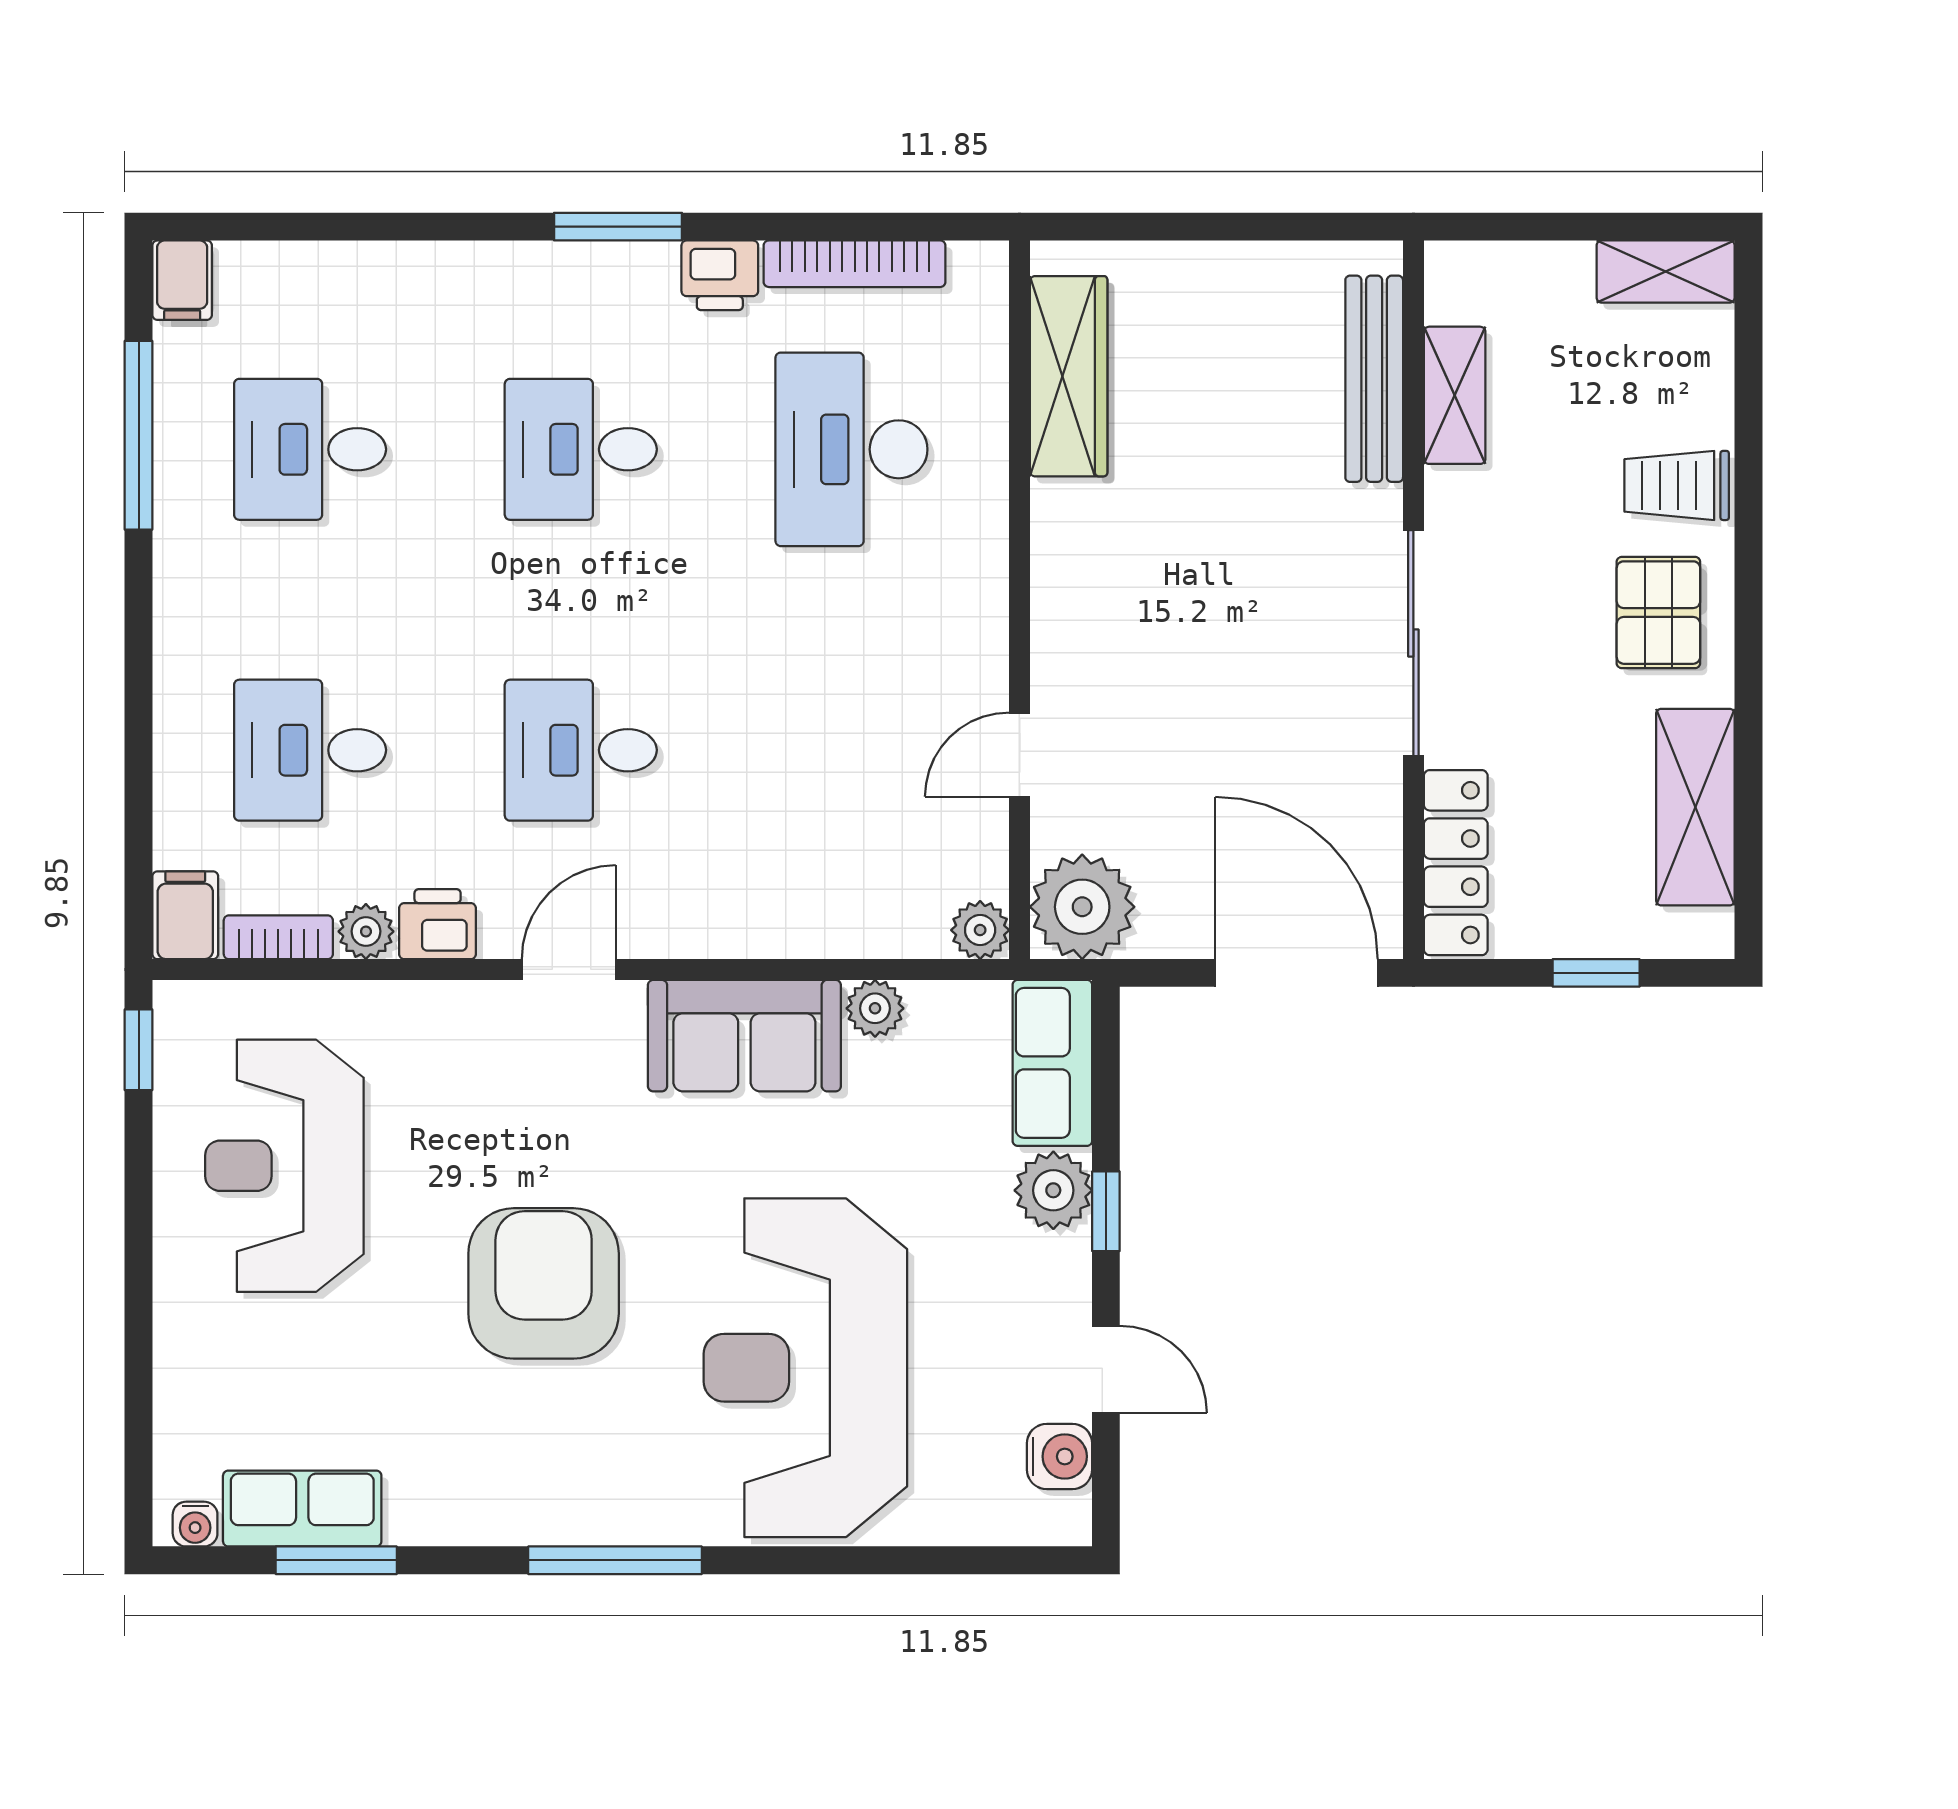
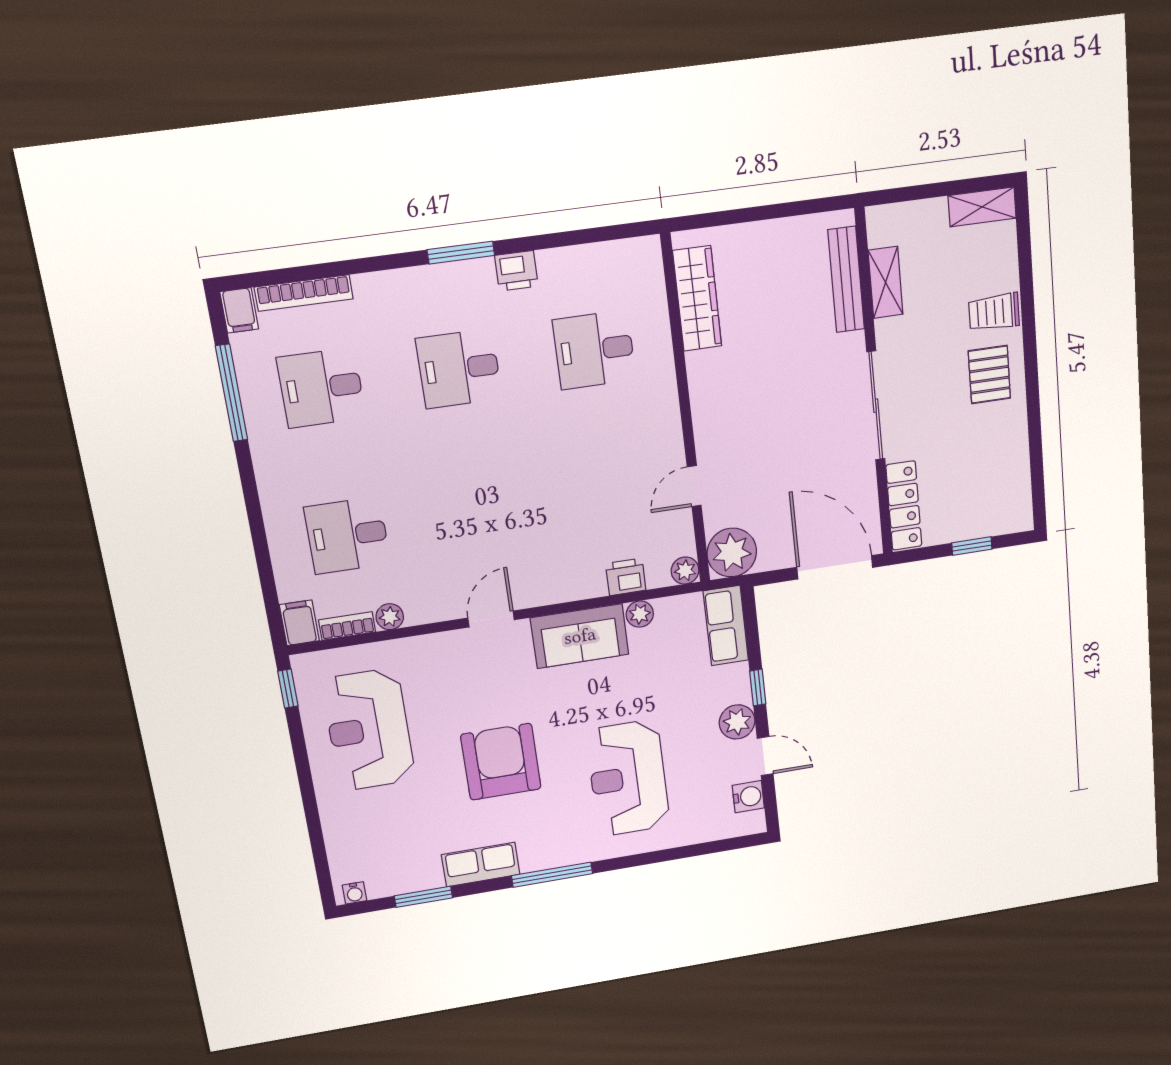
bookcase: (855, 264) -> (304, 293), moved
desk: (851, 449) -> (594, 350), width x0.73
desk: (581, 750) -> (481, 516), removed
shelving: (1695, 807) -> (1012, 463), removed
printer: (438, 924) -> (626, 577), moved
plant: (1053, 1190) -> (737, 722), moved
reception desk: (805, 1368) -> (628, 778), width x0.74, depth x0.77
row of seats: (302, 1509) -> (481, 865), moved

